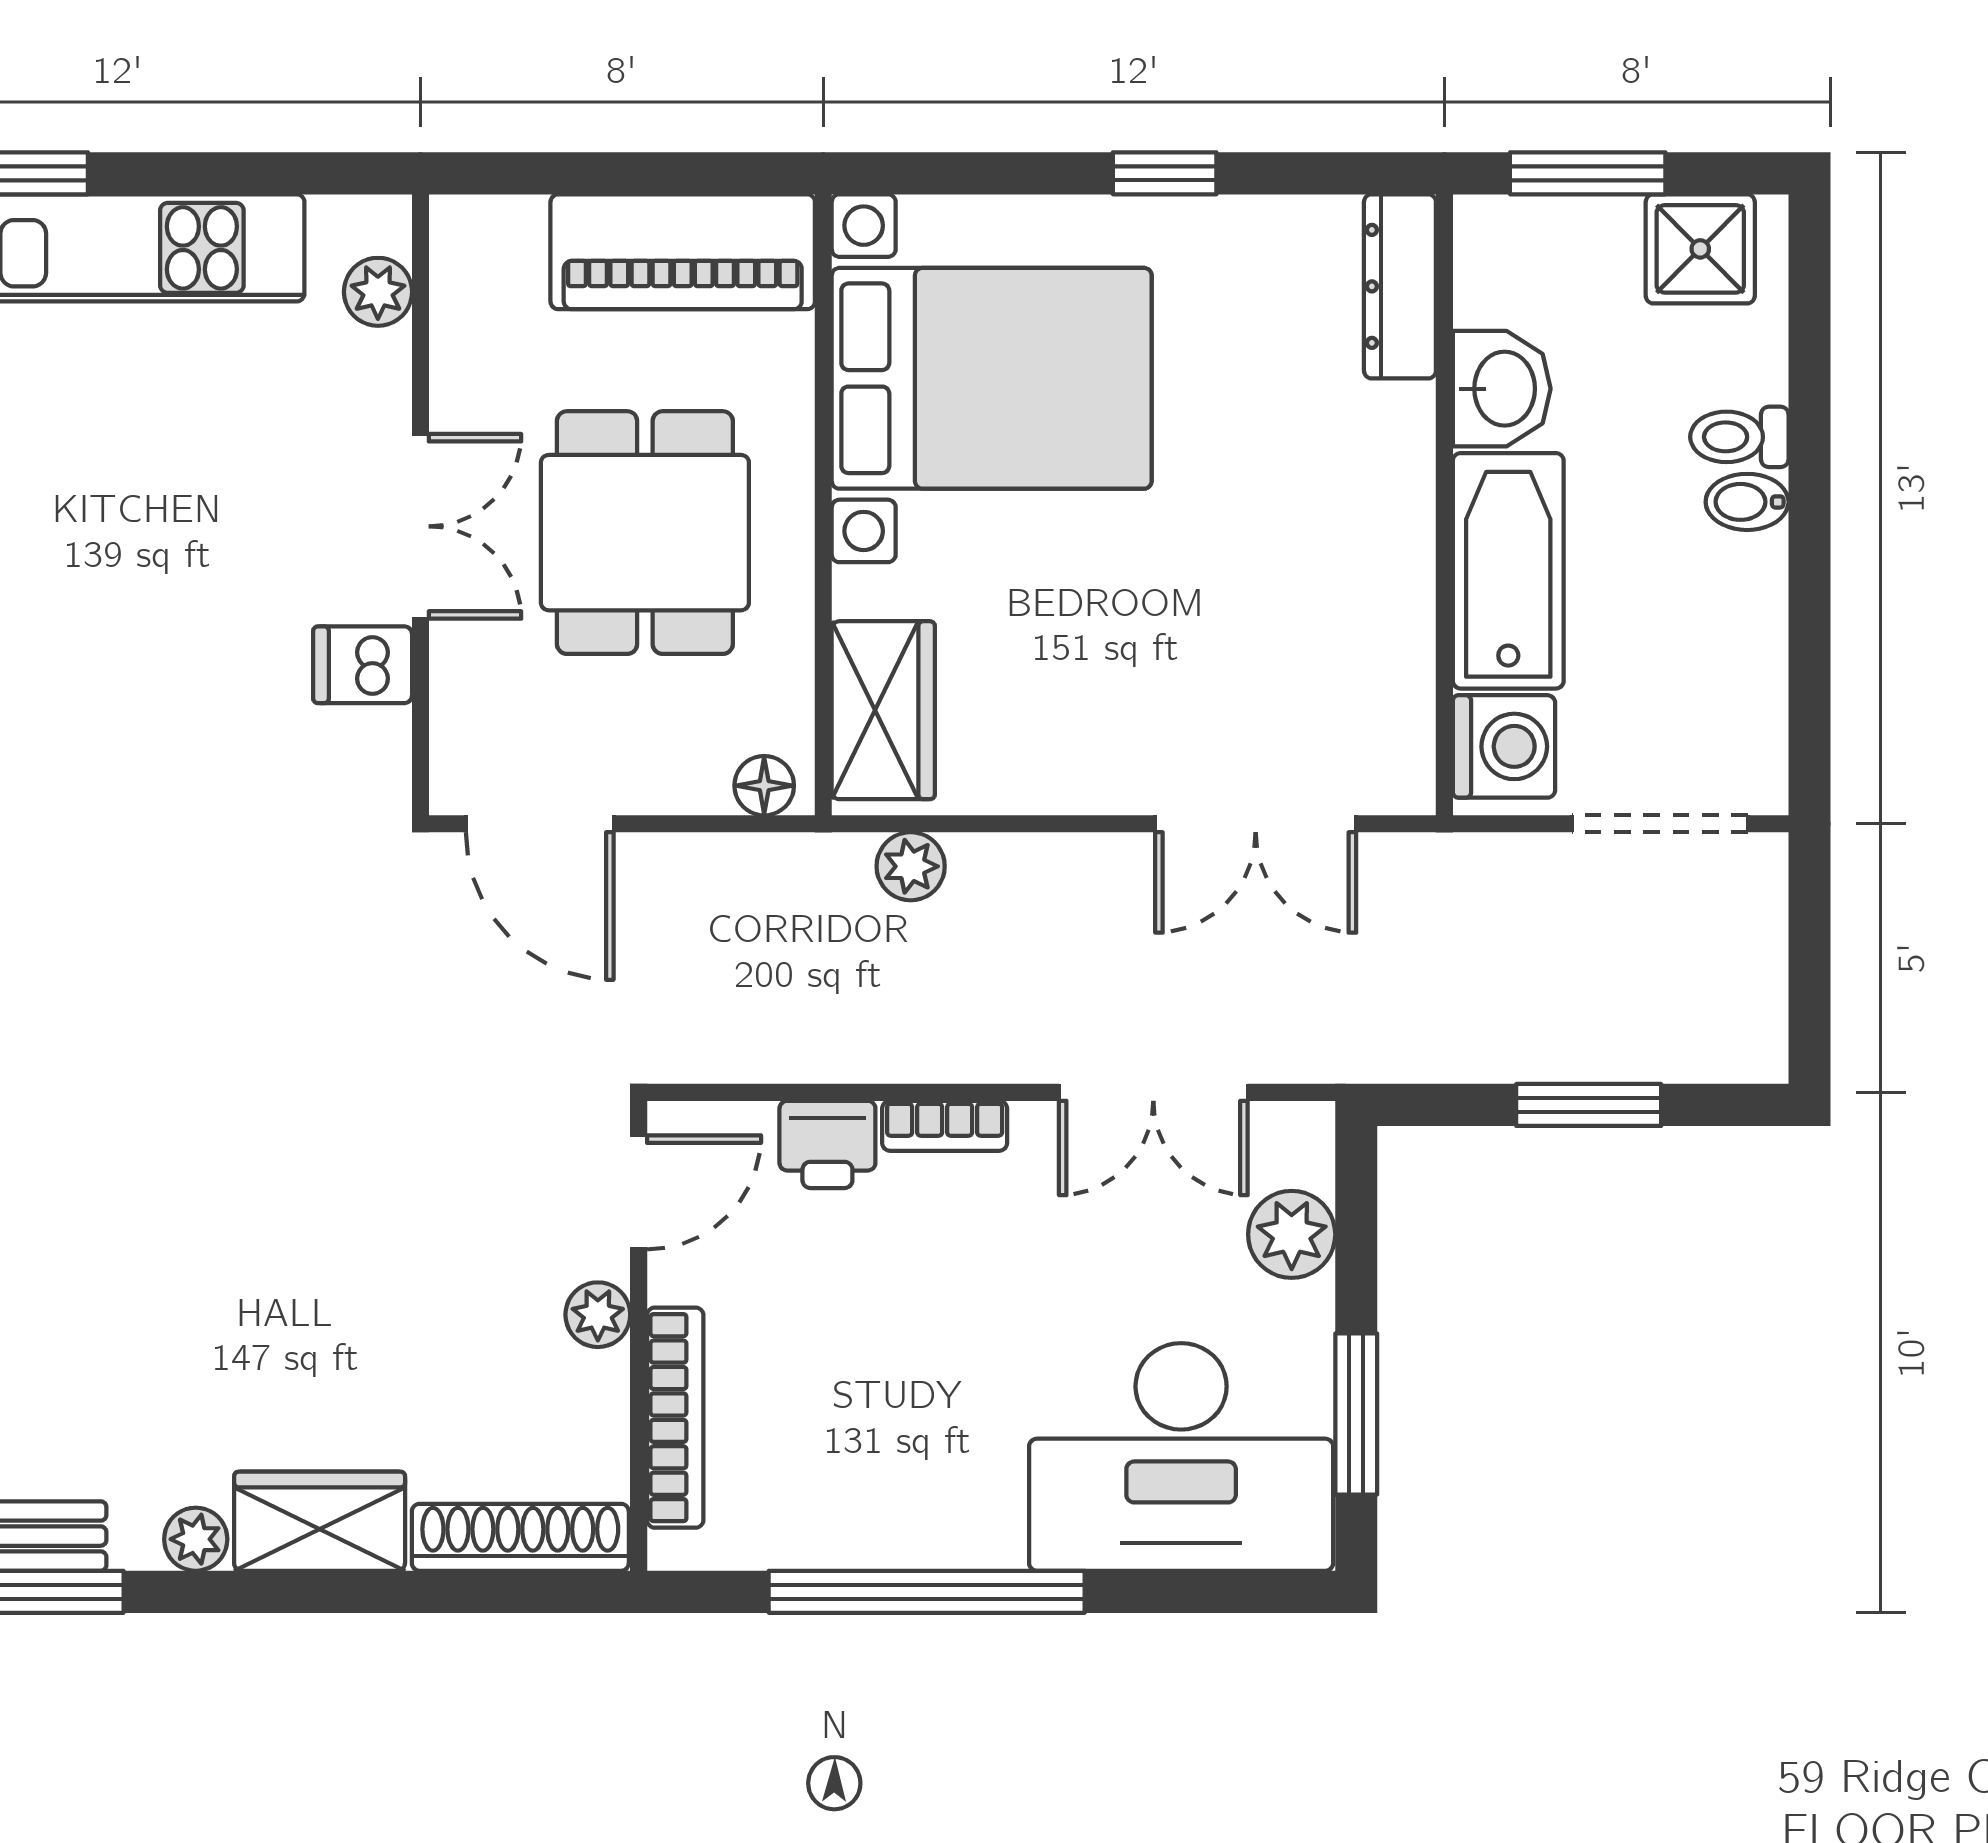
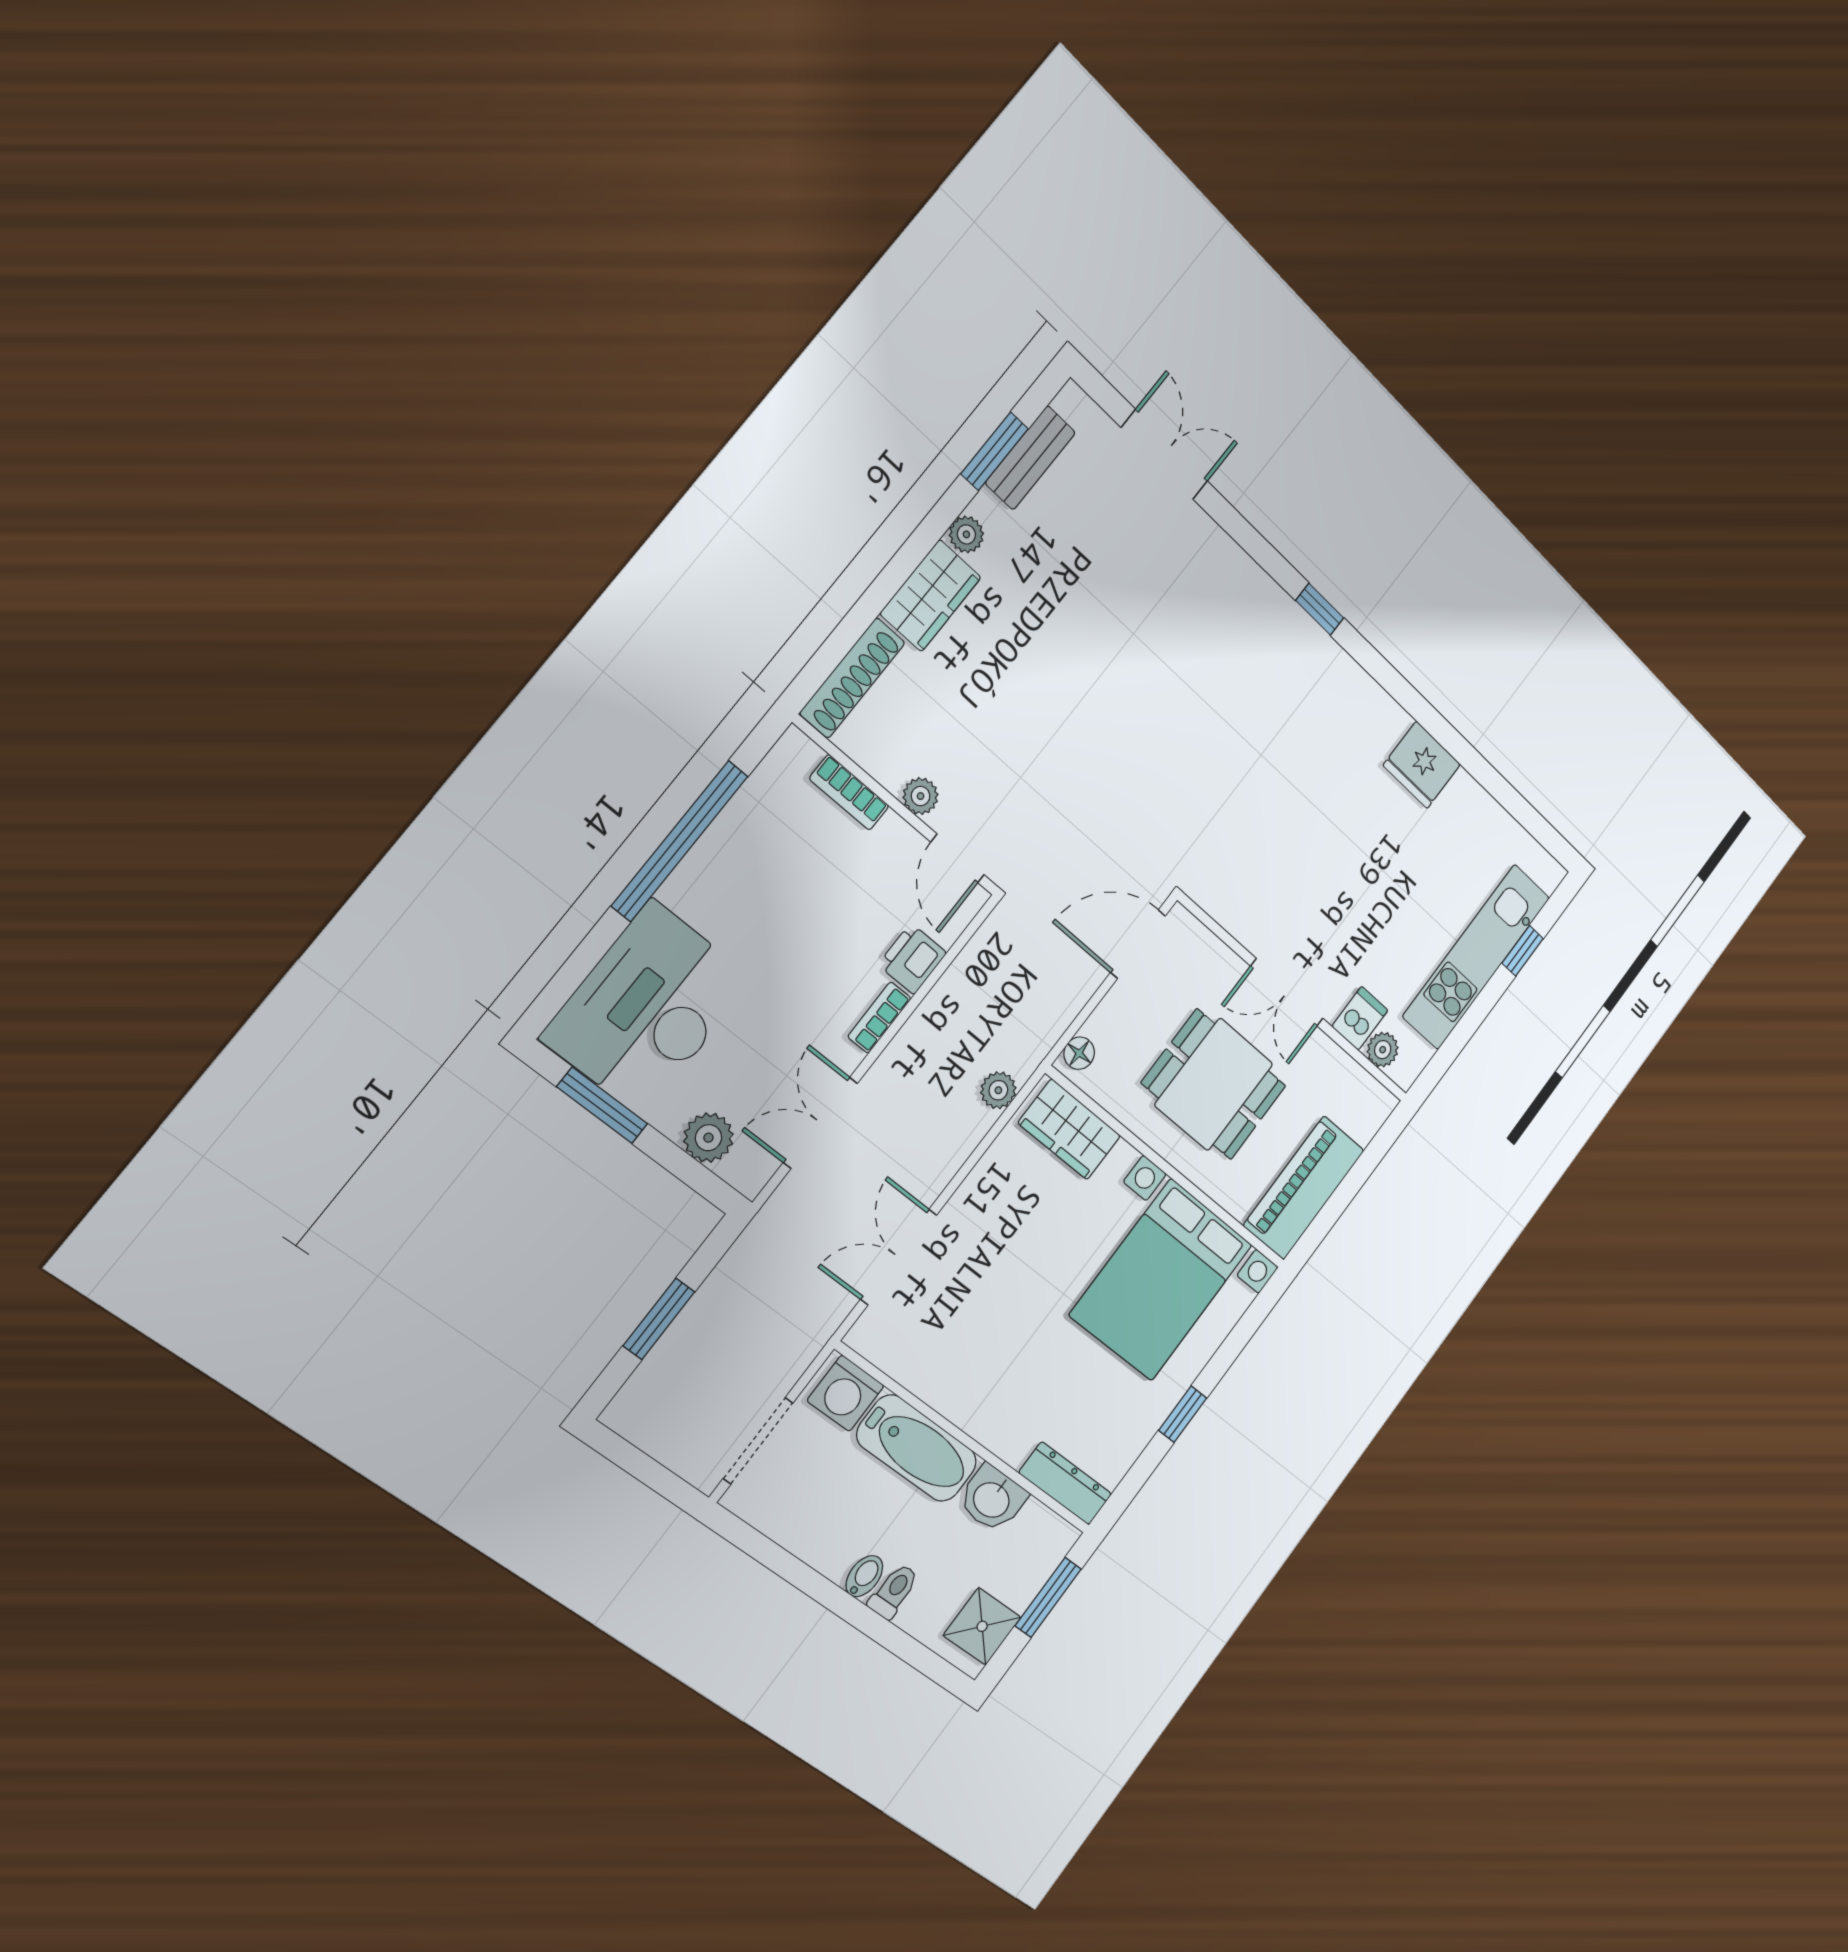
dishwasher: (363, 665) -> (1360, 1018), moved
bookcase: (675, 1418) -> (849, 792), width x0.64

